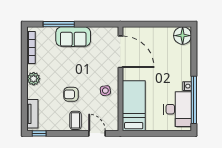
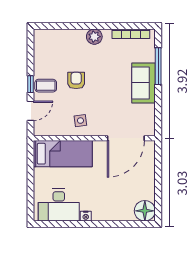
window: (194, 100) -> (70, 224), removed
tv unit: (32, 114) -> (53, 35), removed
window: (39, 133) -> (30, 84), moved

